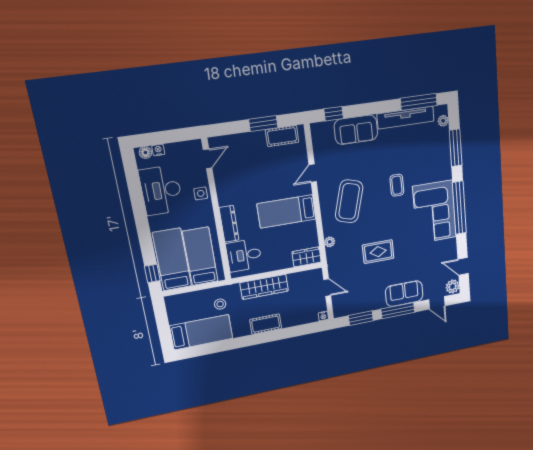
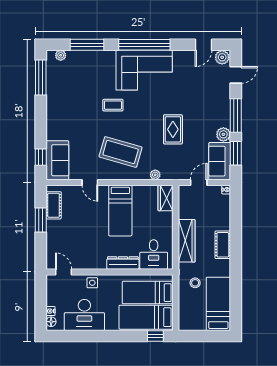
tv unit: (406, 118) -> (53, 91), removed
sofa: (356, 130) -> (57, 160), moved
sofa: (404, 294) -> (220, 161), moved
plant: (378, 302) -> (223, 134), added

